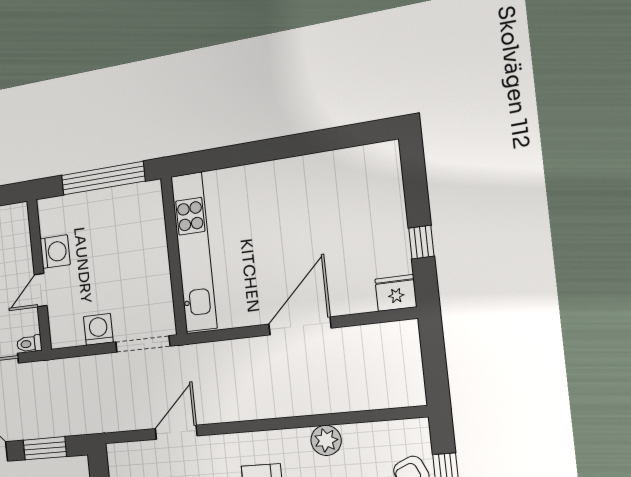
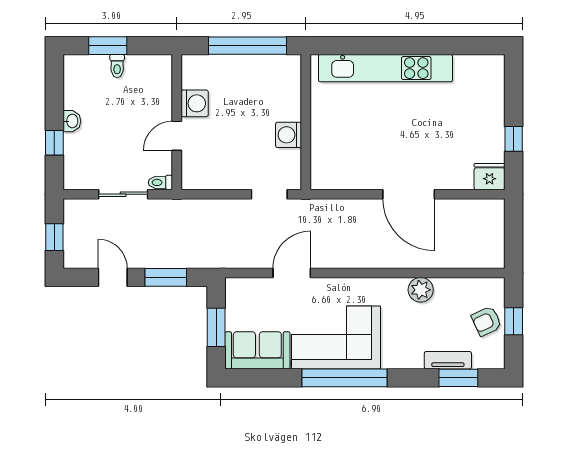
kitchen unit: (194, 252) -> (385, 68), moved, turned 90
door: (300, 326) -> (409, 194), swing flipped
washing machine: (98, 329) -> (289, 135), moved, turned -90
doorway: (143, 344) -> (269, 194), width x0.73

